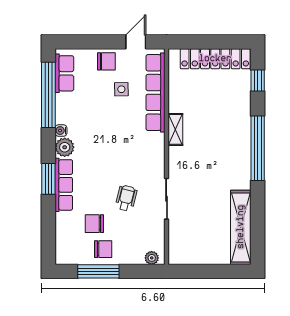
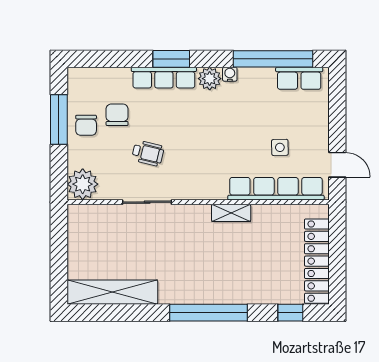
chair: (106, 61) -> (314, 129), removed
plant: (152, 258) -> (83, 184), width x1.87, depth x1.87

